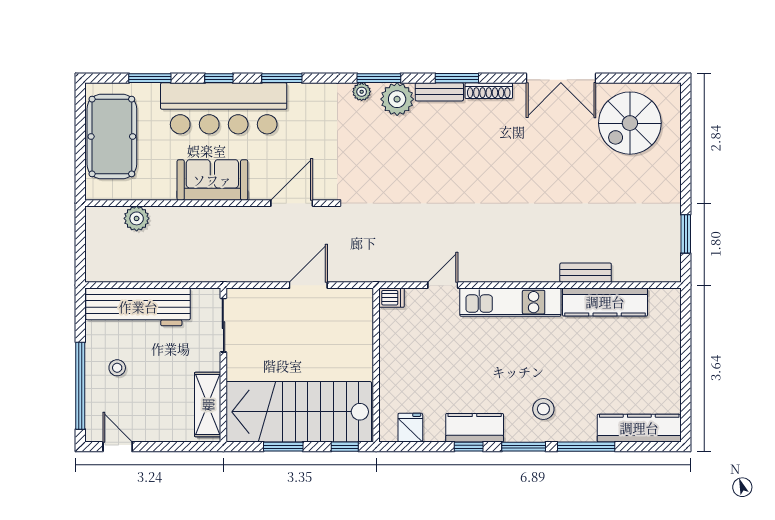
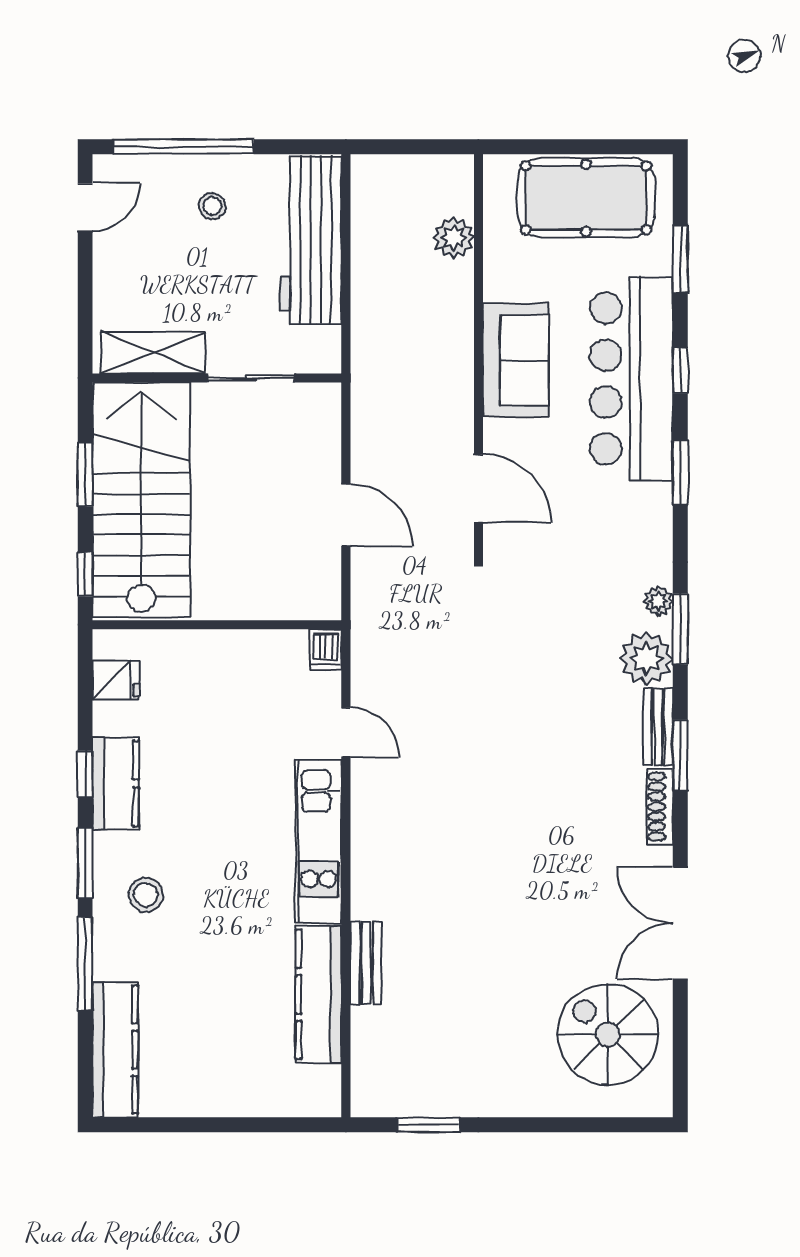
sliding door: (223, 325) -> (251, 378), moved

